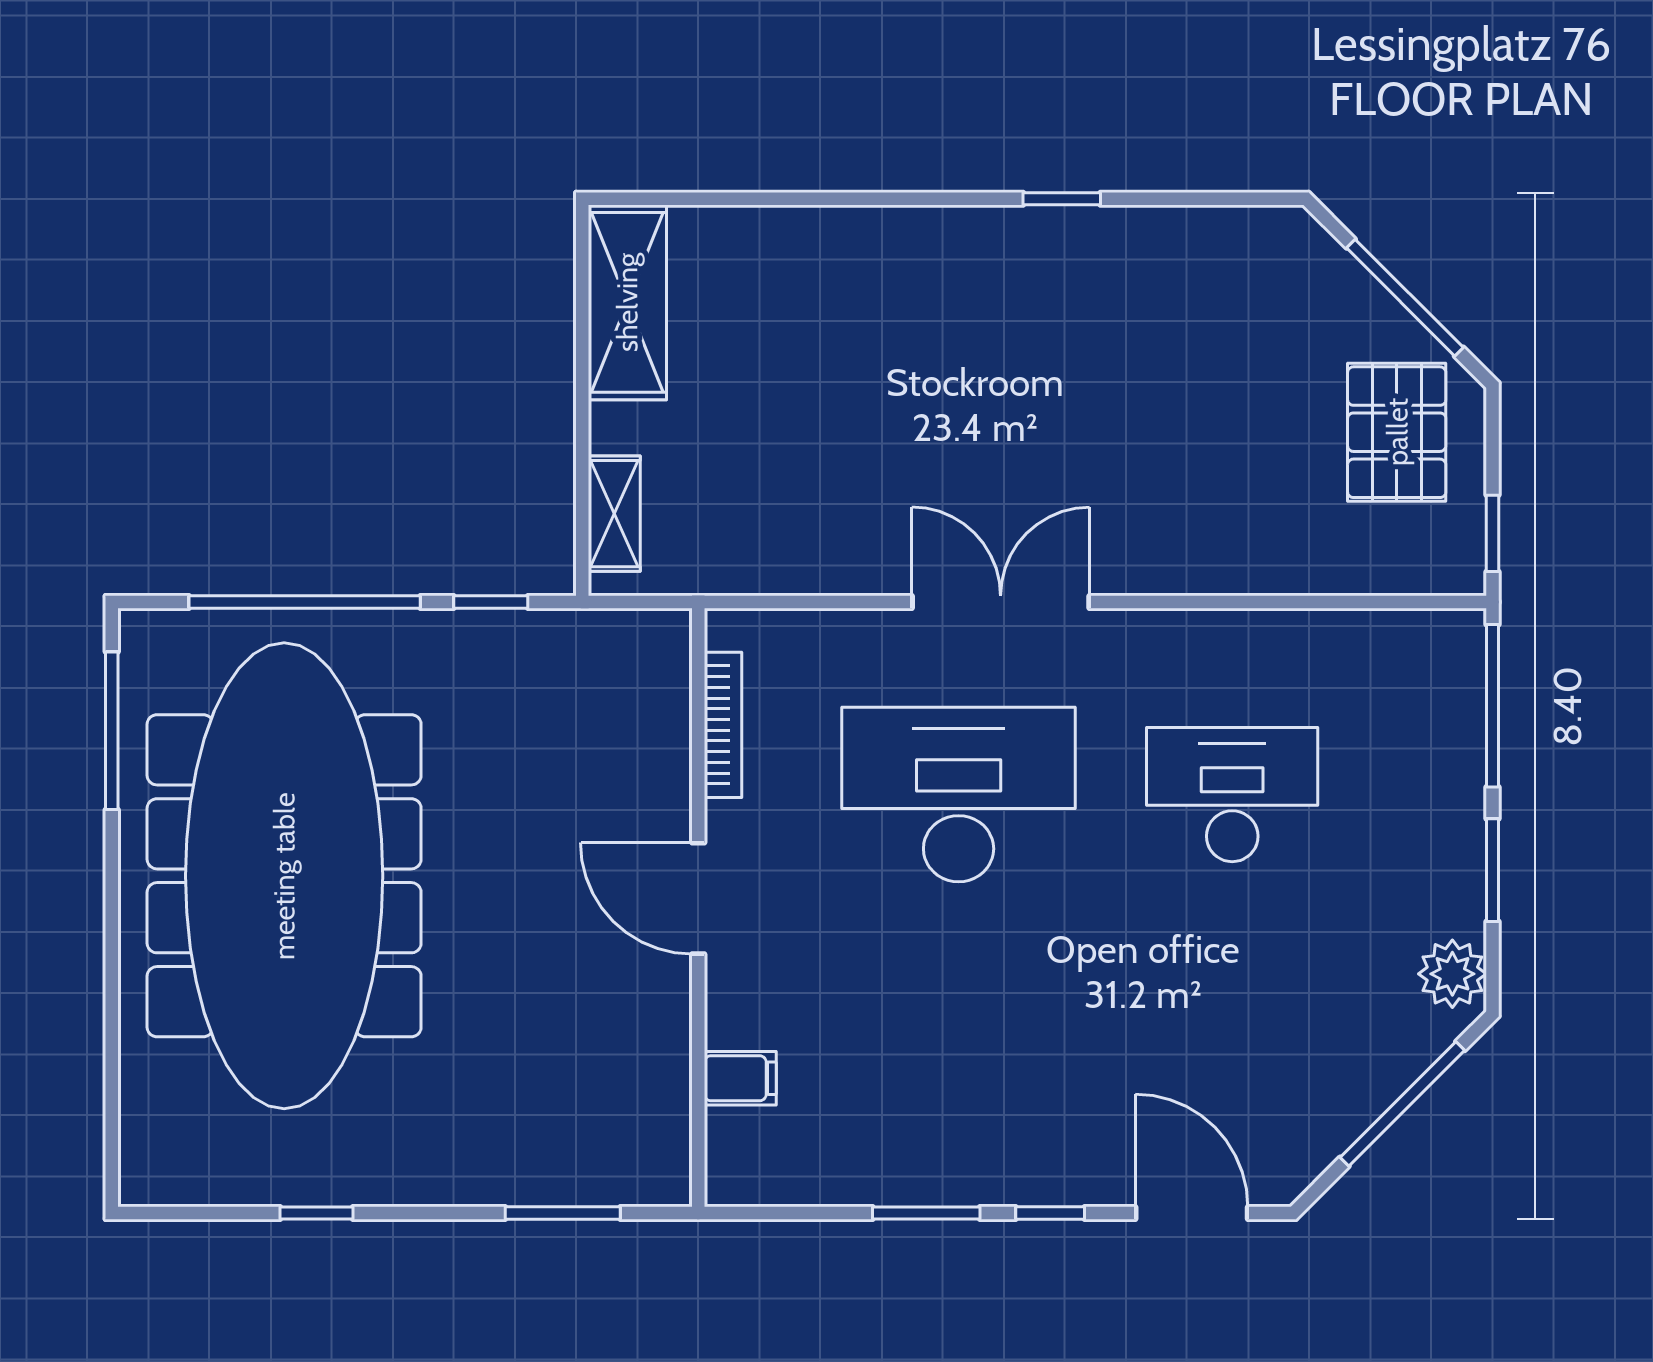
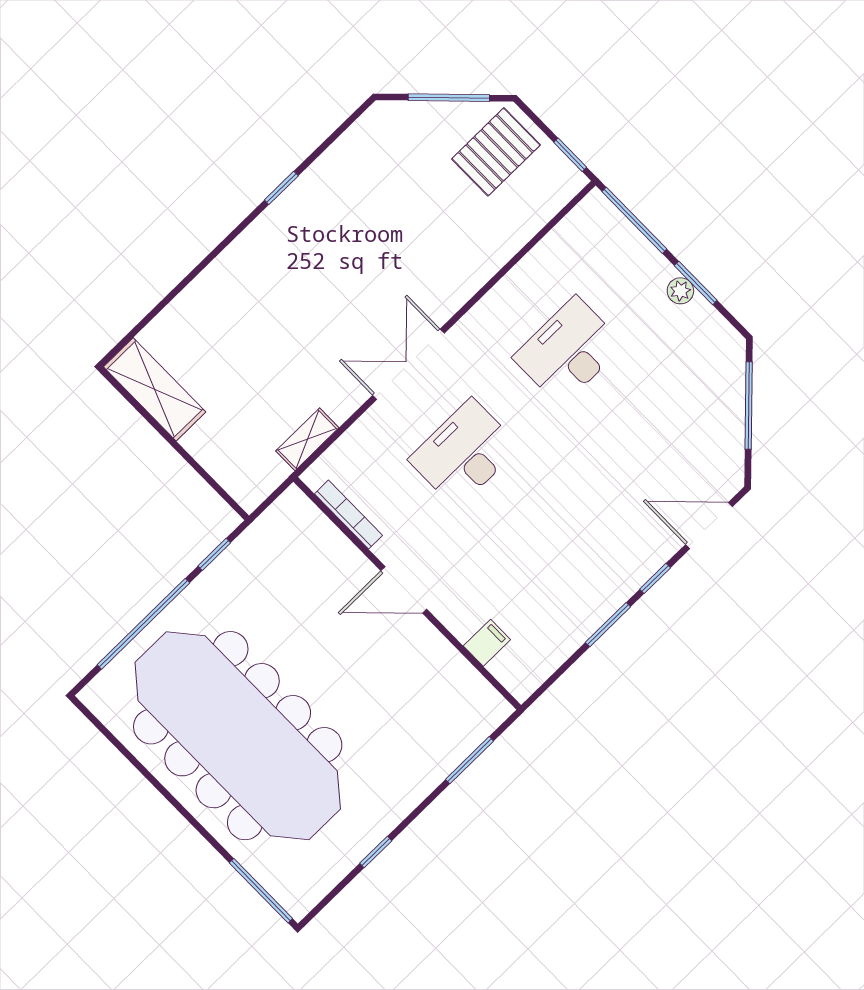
pallet: (1397, 432) -> (496, 152), turned 90
shelving: (614, 514) -> (307, 439), moved, turned 90
window: (112, 731) -> (261, 891), moved
desk: (959, 795) -> (464, 453), width x0.73, depth x0.77
plant: (1452, 974) -> (680, 291), moved, width x0.73, depth x0.73

